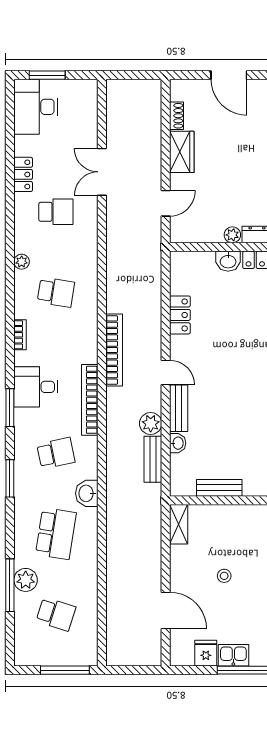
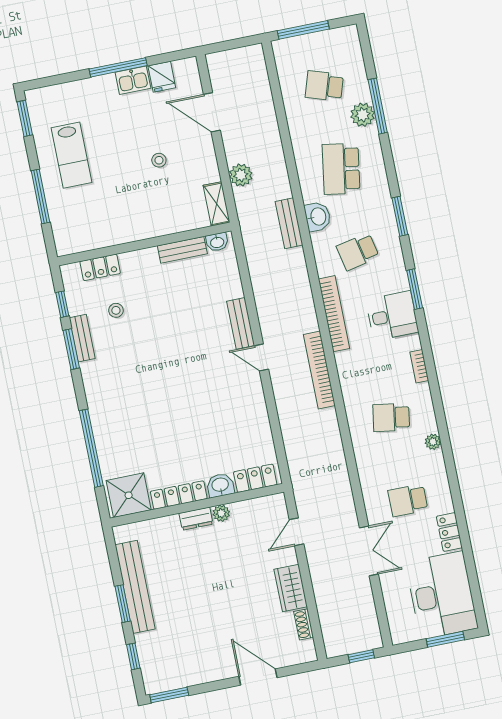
window: (129, 75) -> (361, 656), added
desk: (36, 107) -> (442, 595), width x1.36, depth x1.30
locker: (180, 315) -> (255, 478), moved, turned 90
plant: (151, 423) -> (241, 175), moved
washbasin: (178, 443) -> (217, 242), moved, turned -90
bench: (153, 459) -> (289, 223), moved

